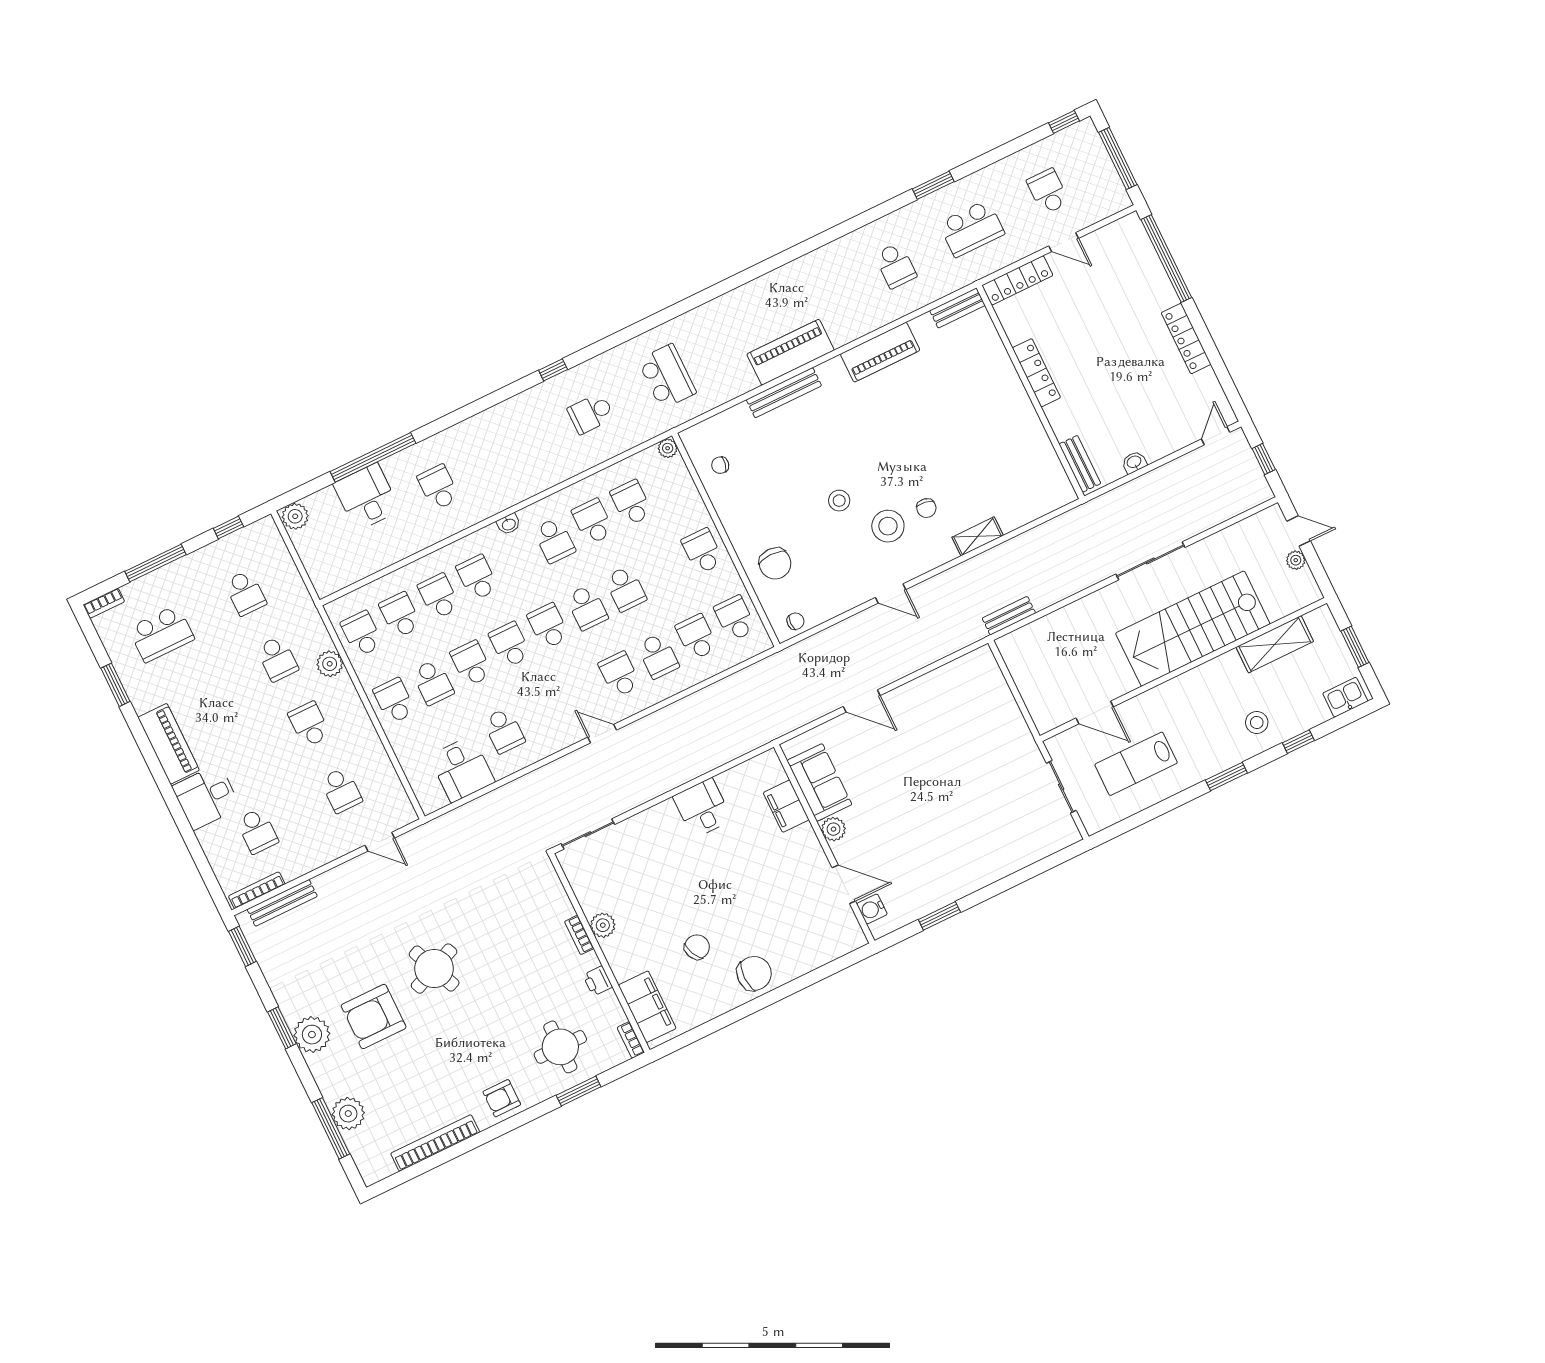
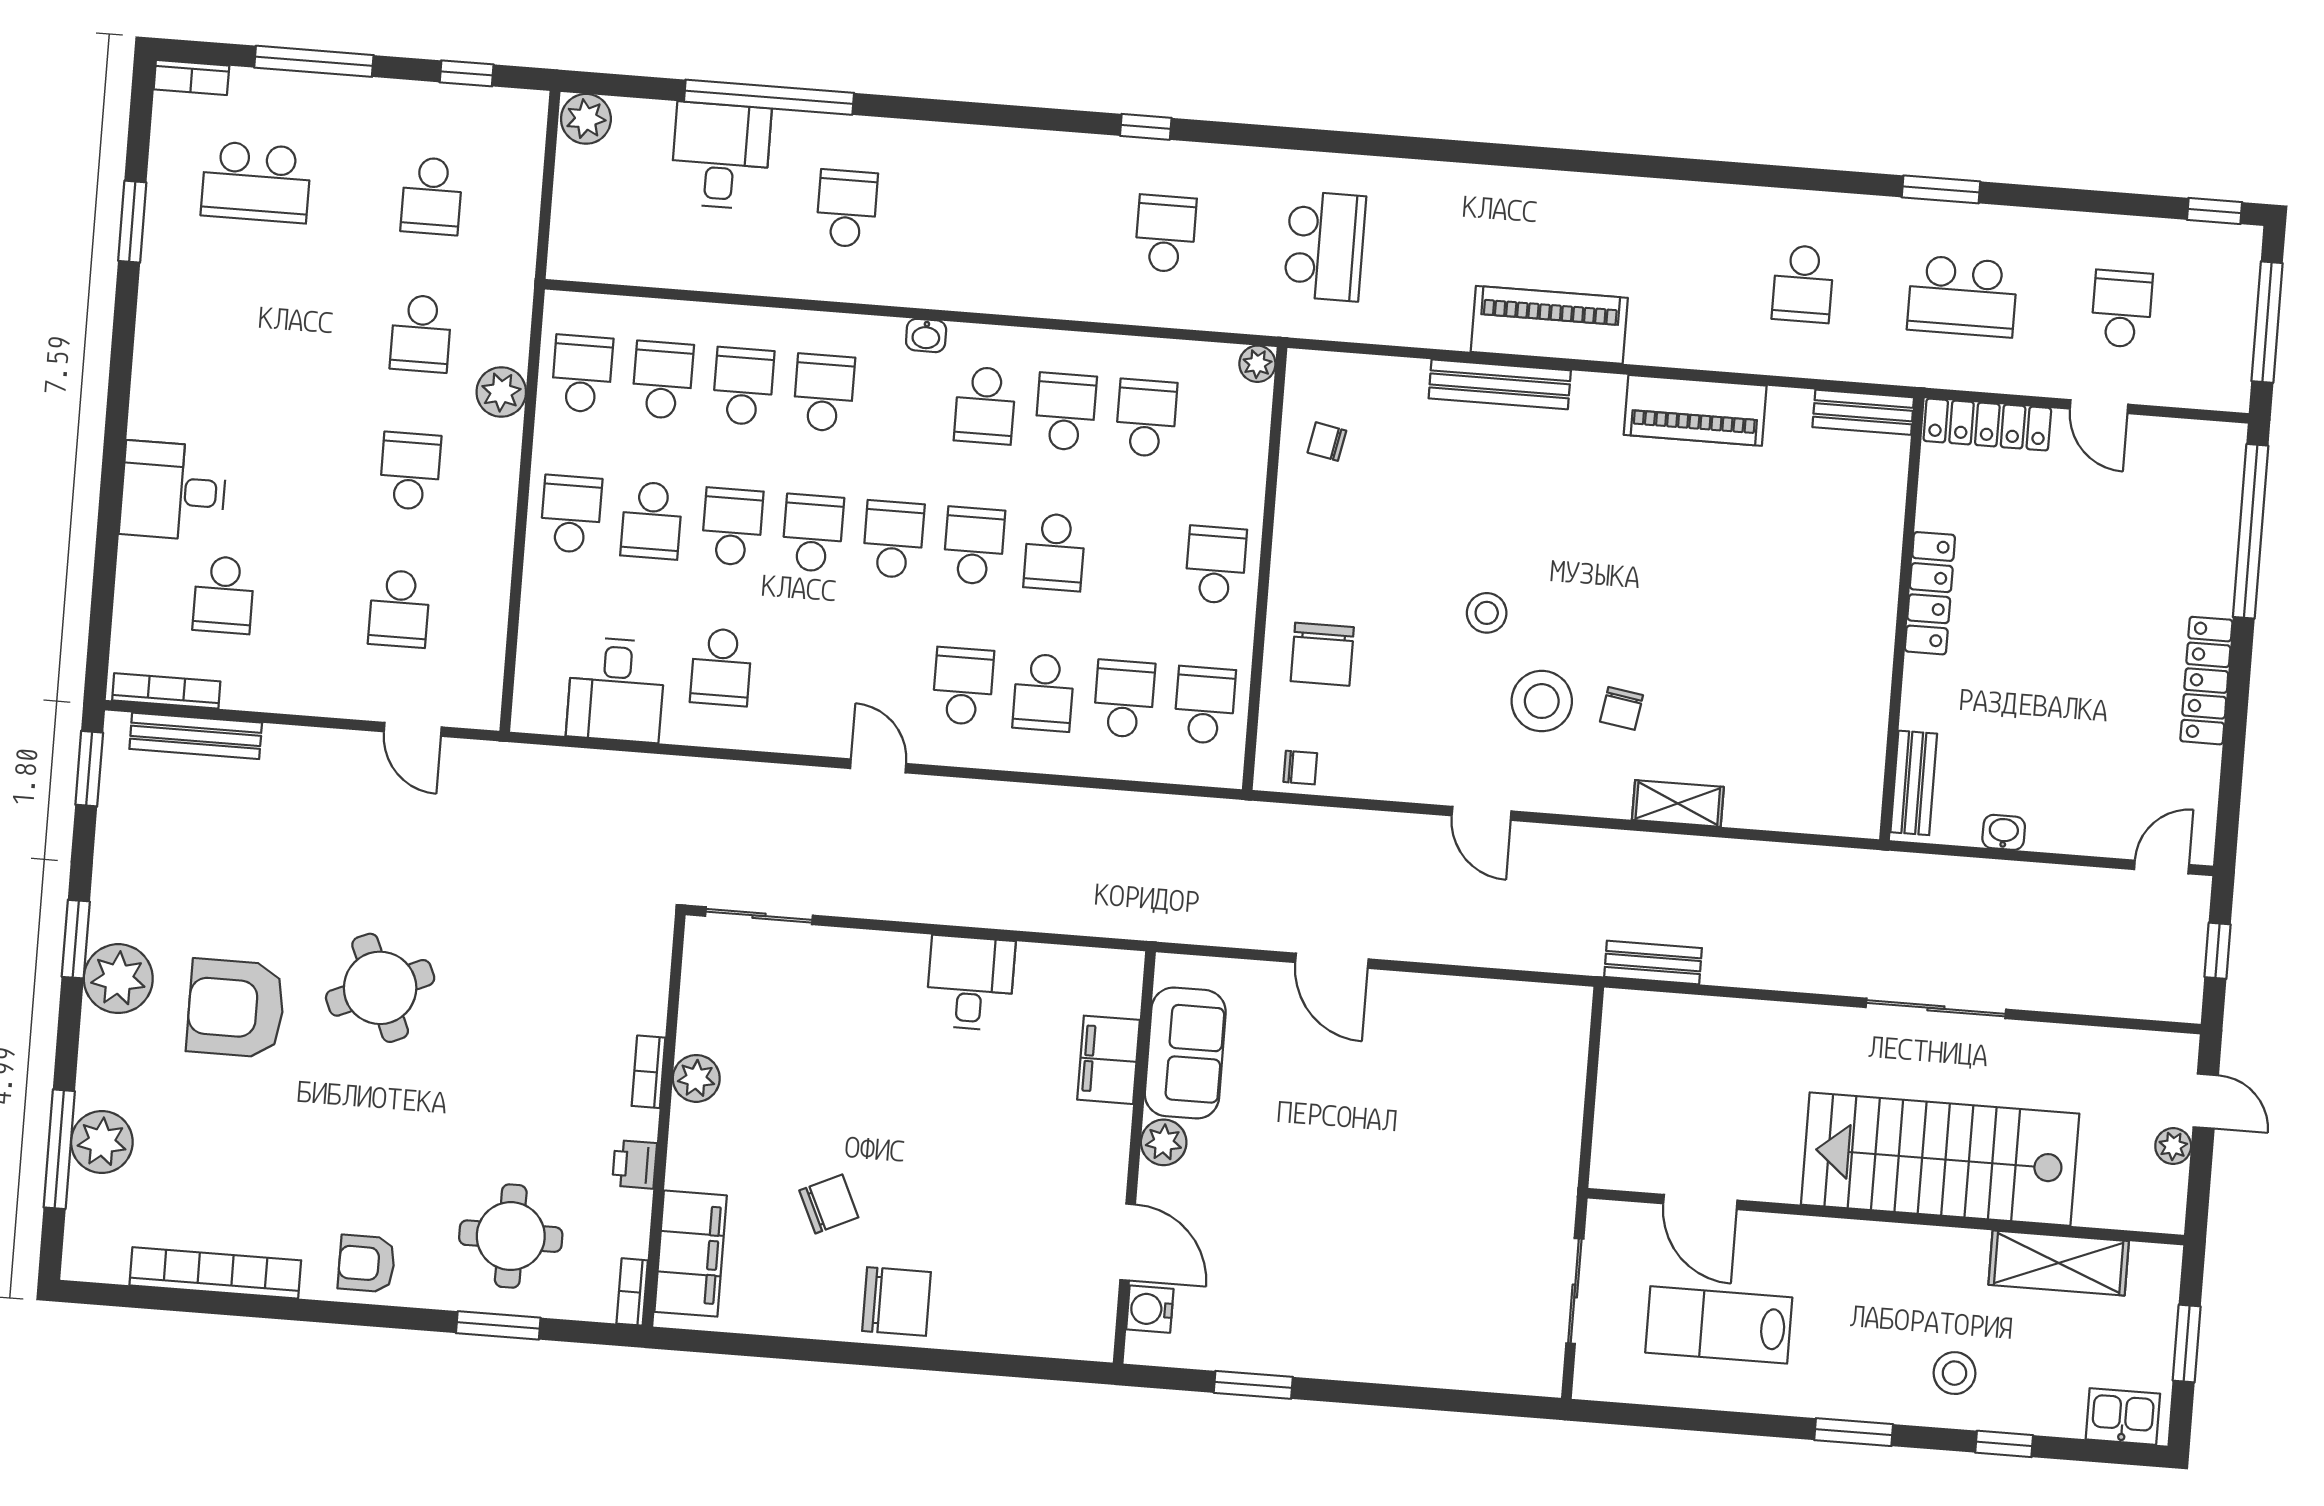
school desk: (591, 413) -> (1165, 234), turned 90
school desk: (587, 607) -> (974, 546), turned 180
piano: (169, 744) -> (163, 368), removed

